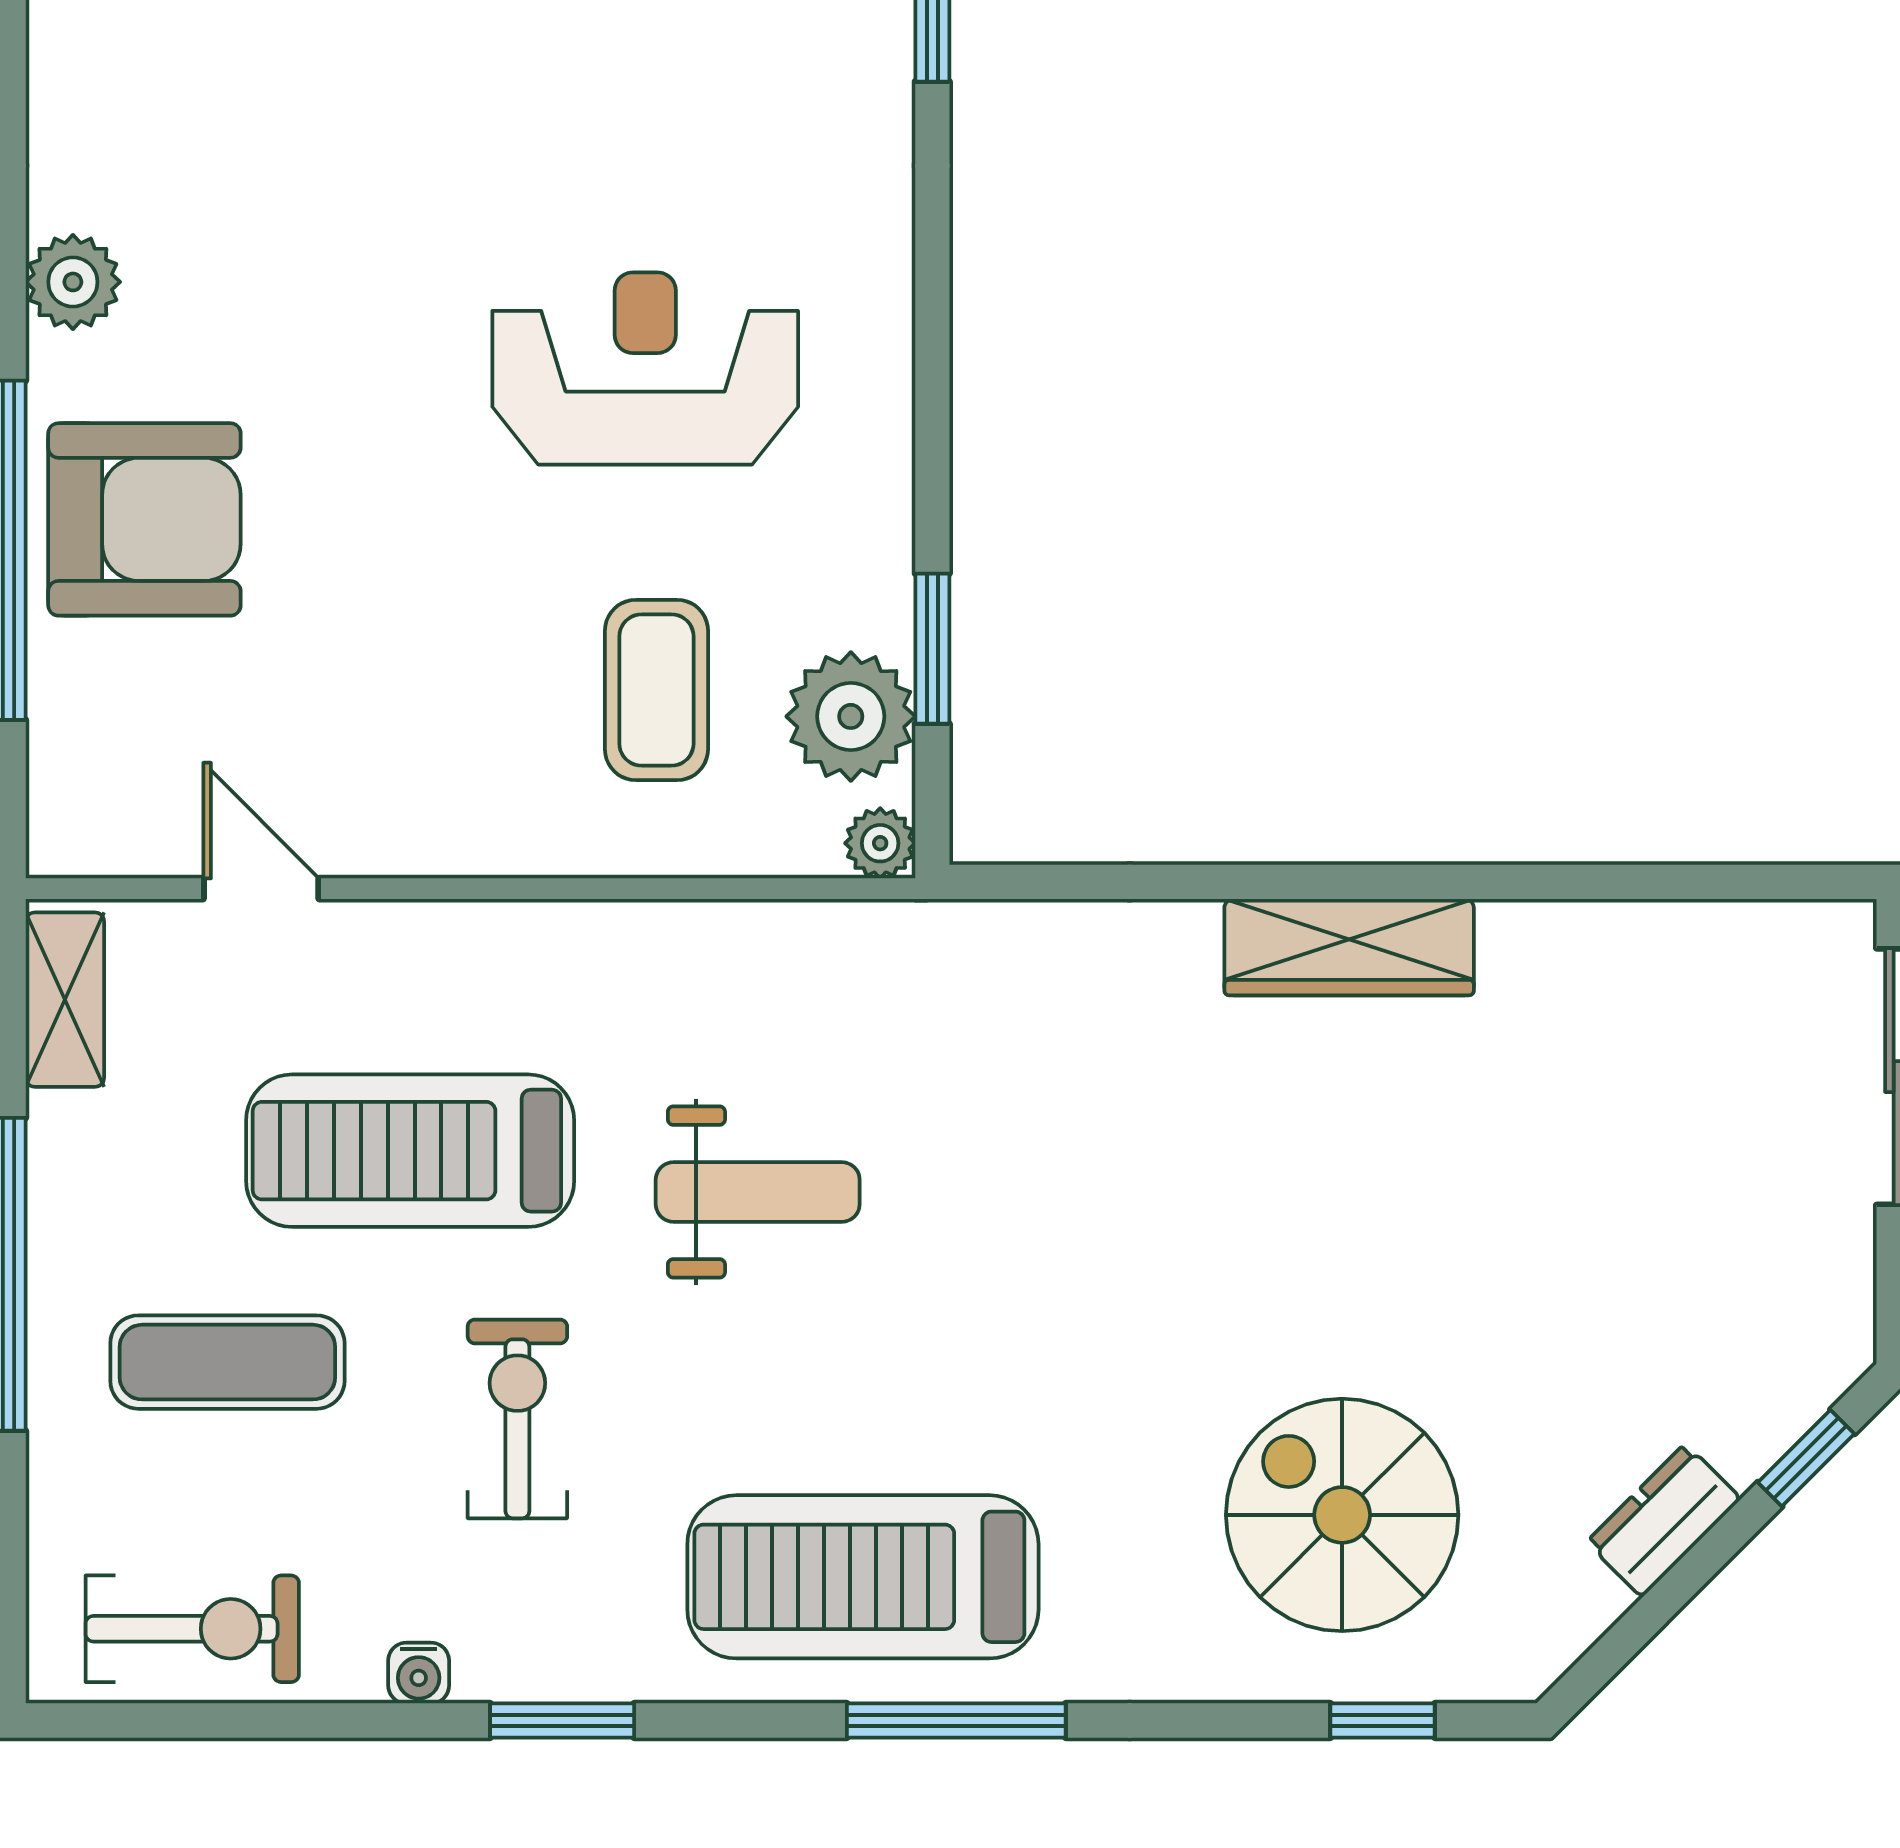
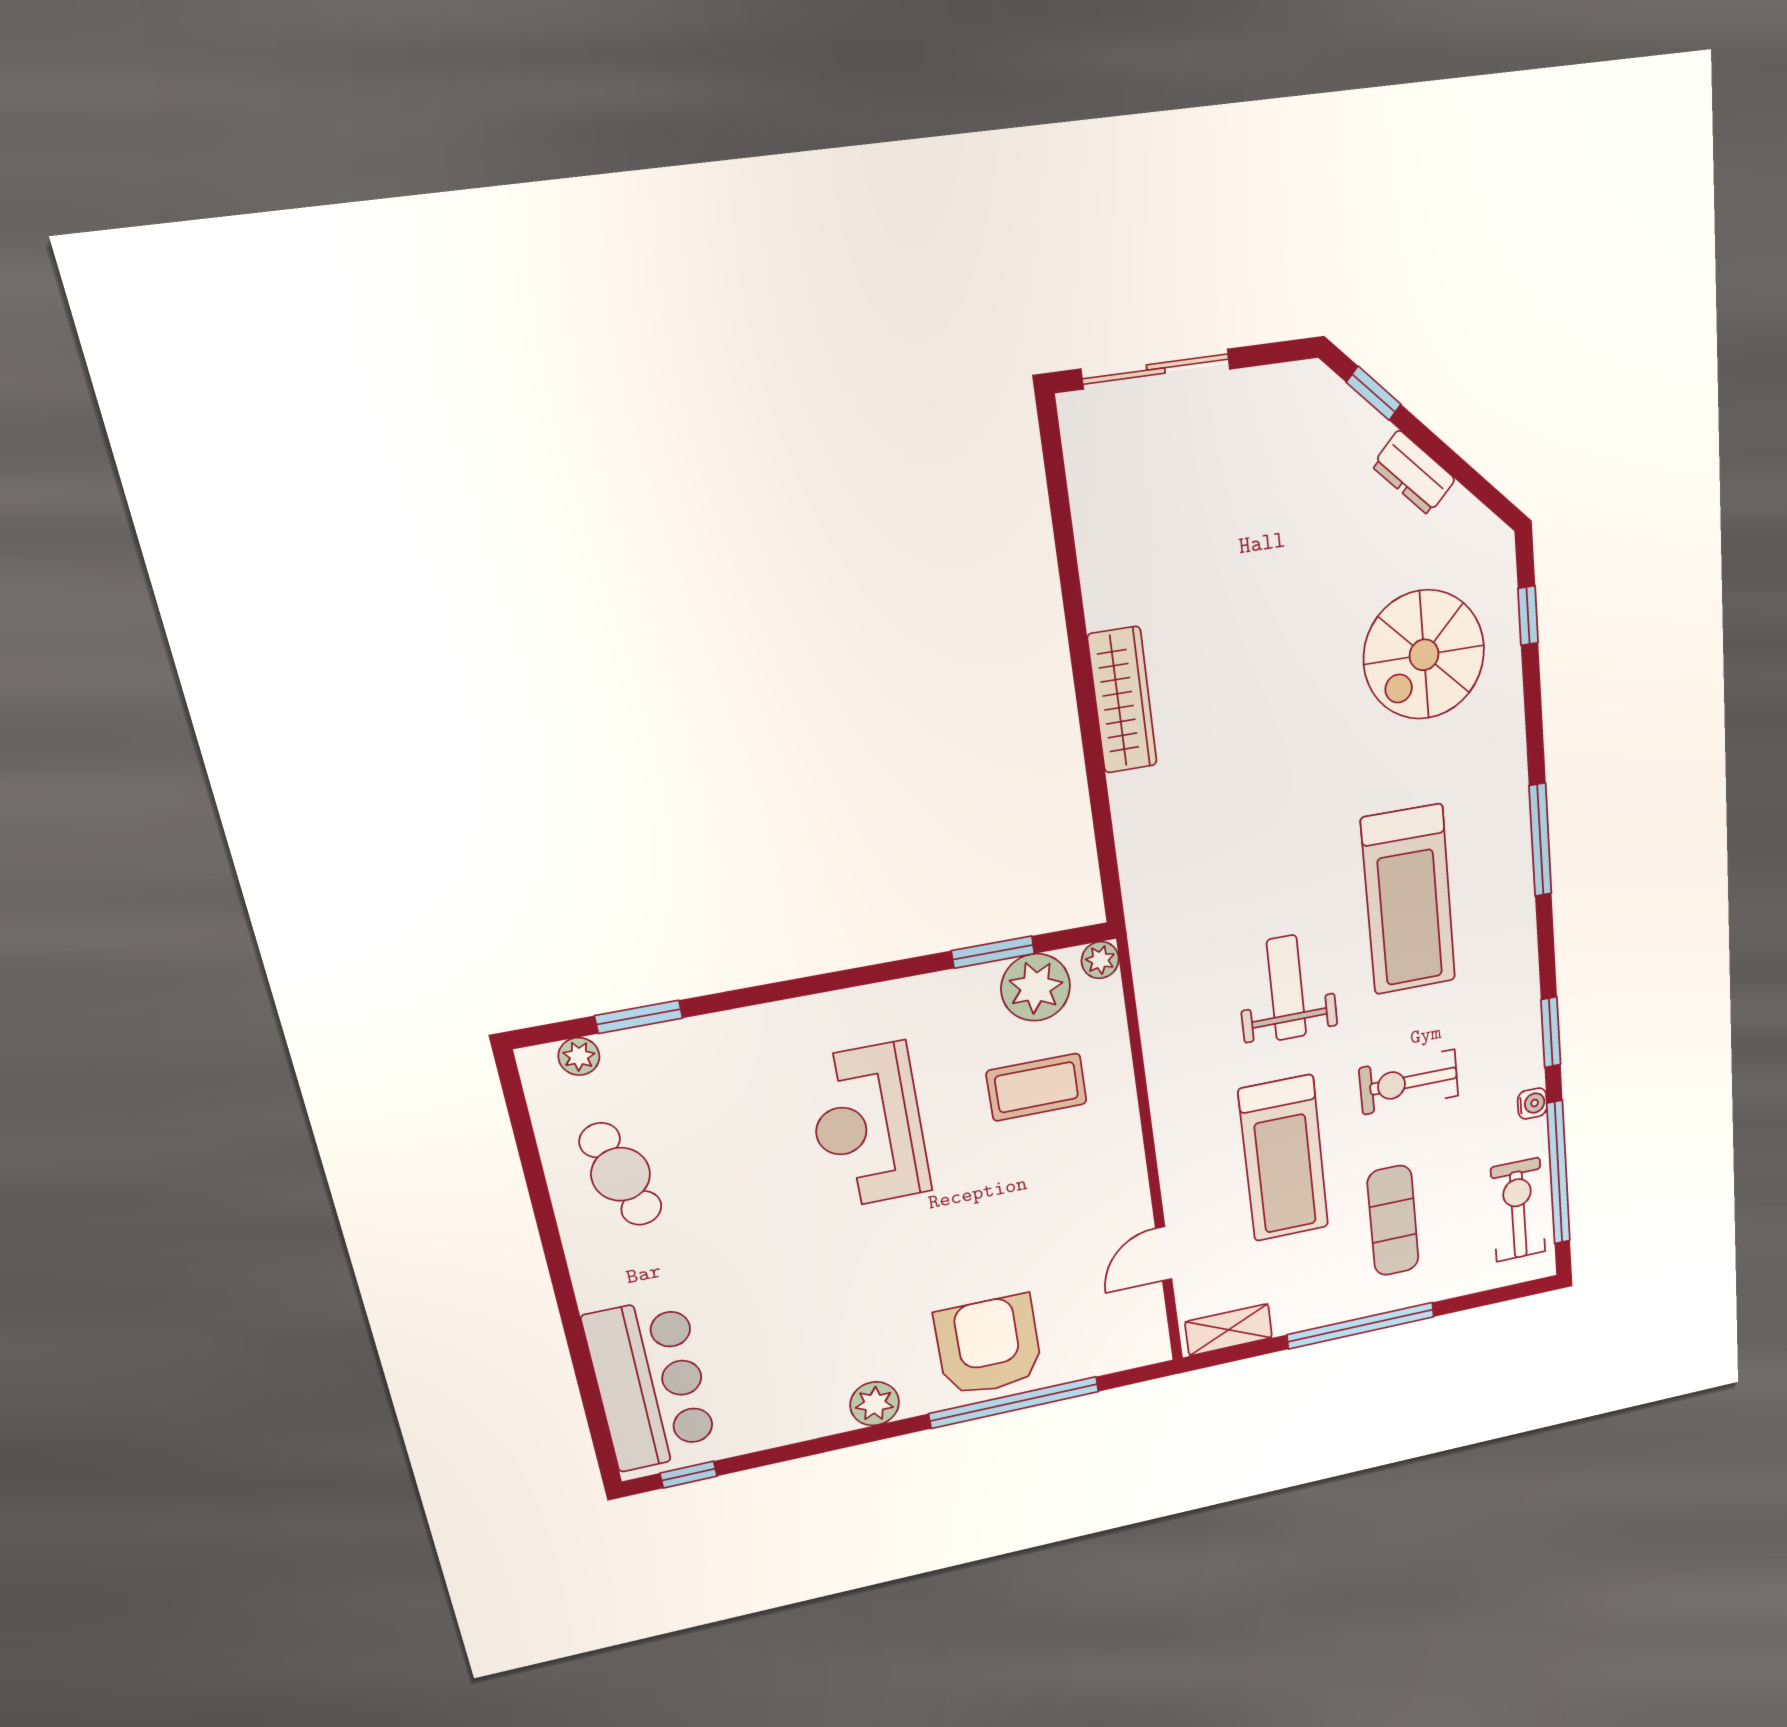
treadmill: (863, 1577) -> (1408, 900), moved
window: (255, 1721) -> (1558, 1173), added

